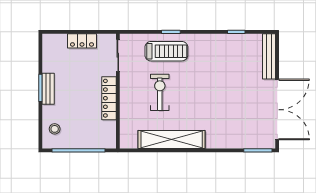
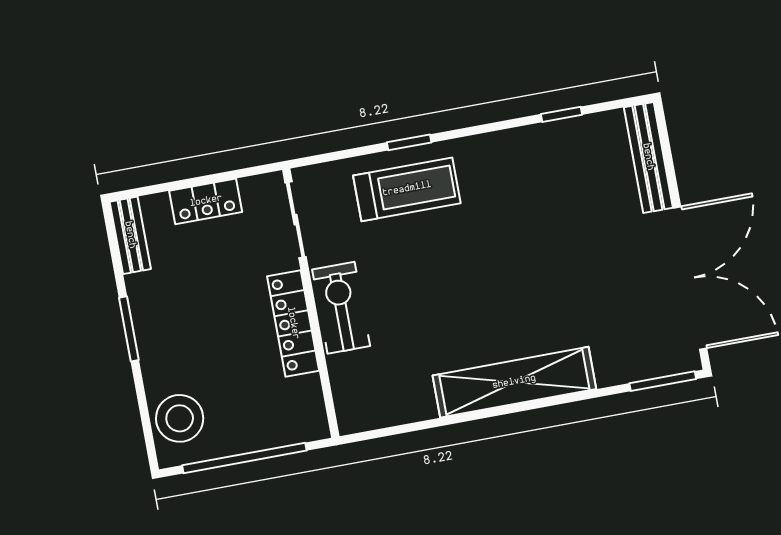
bench: (48, 89) -> (130, 235), moved
exercise bike: (160, 92) -> (341, 308), moved
stool: (55, 129) -> (180, 418), width x1.89, depth x1.89
shelving: (172, 139) -> (514, 382), moved

